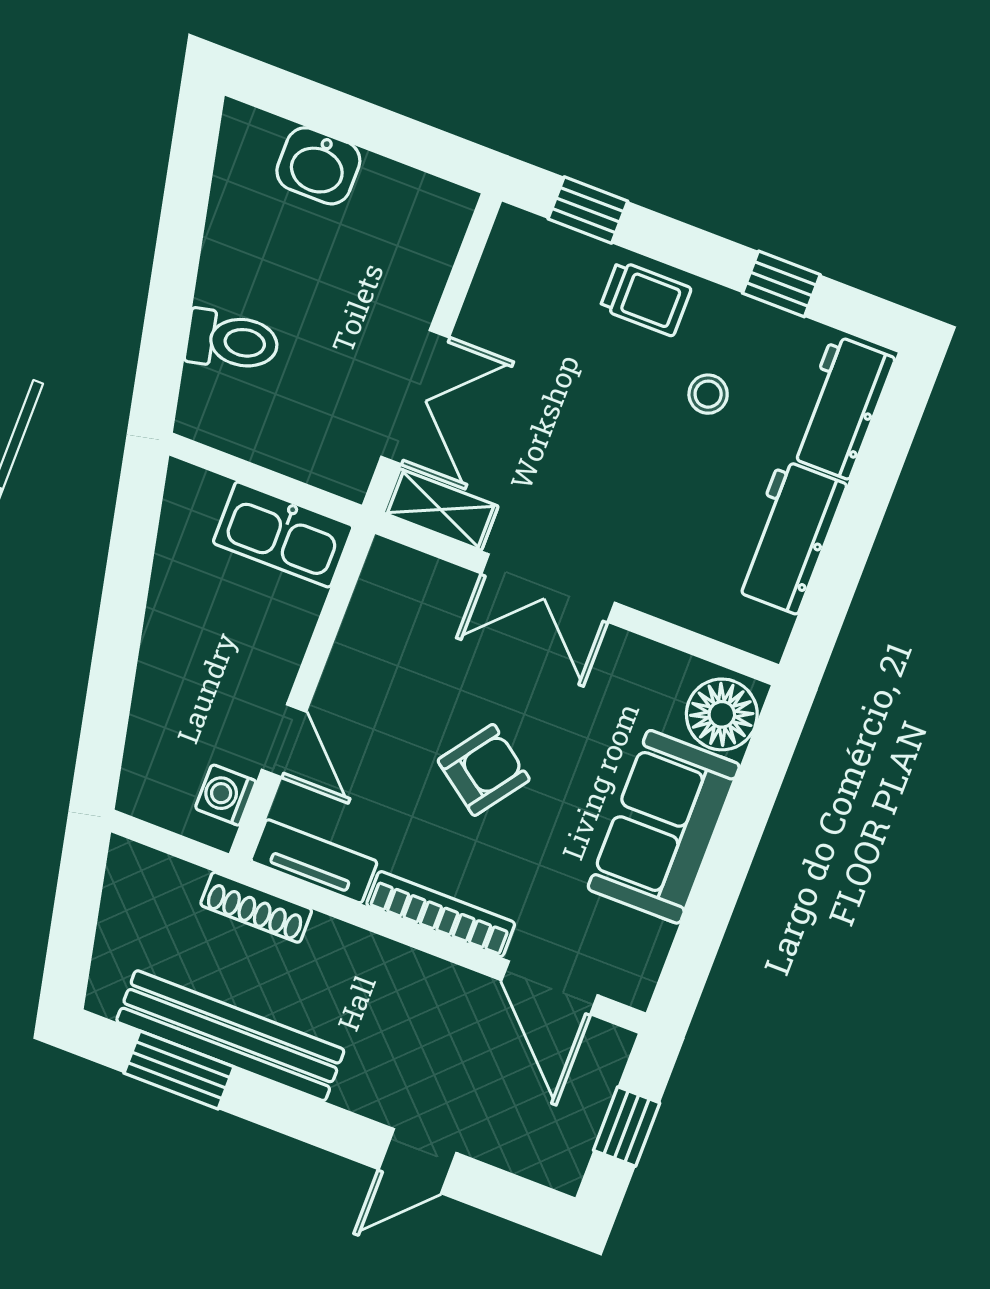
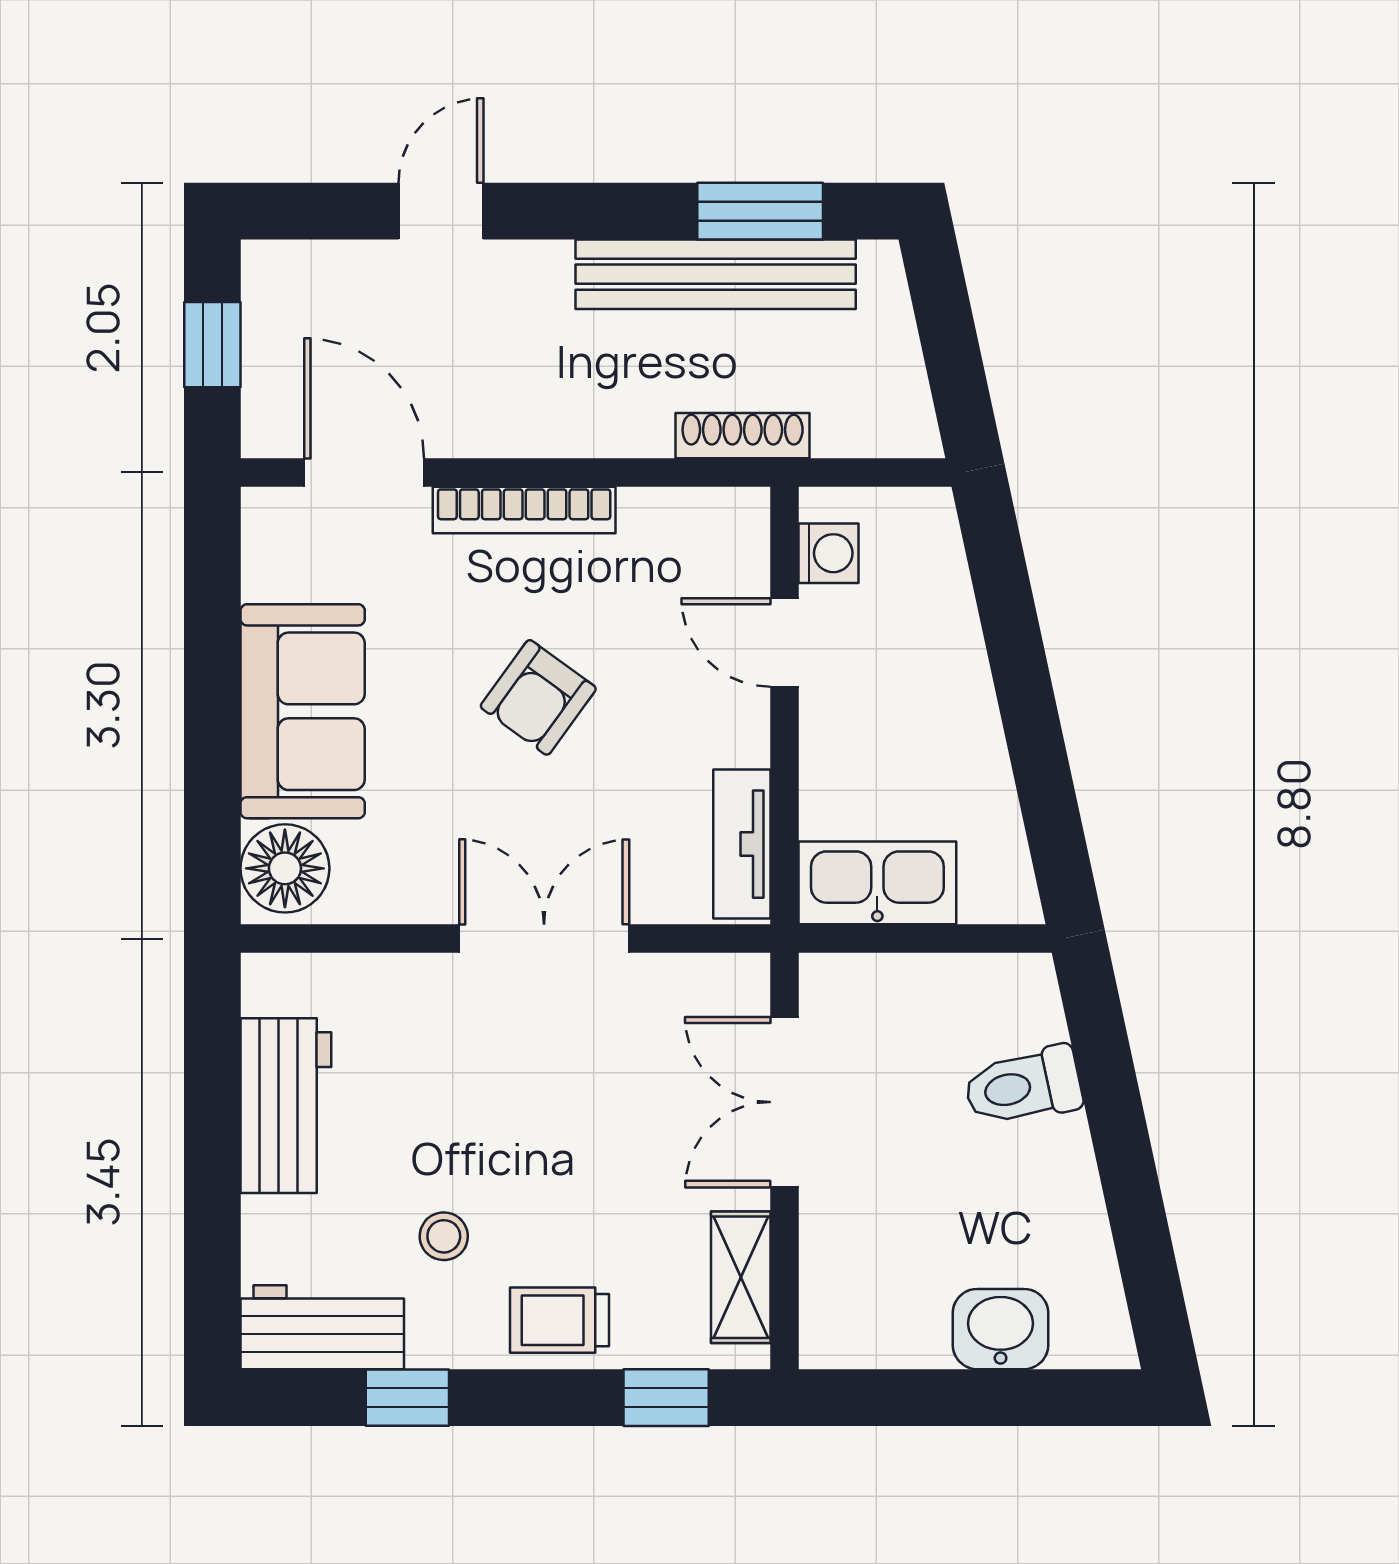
workbench: (841, 407) -> (322, 1327), moved, turned -90
shelving: (441, 510) -> (741, 1277), moved, turned 90
tv unit: (314, 861) -> (742, 844), moved, turned 90

